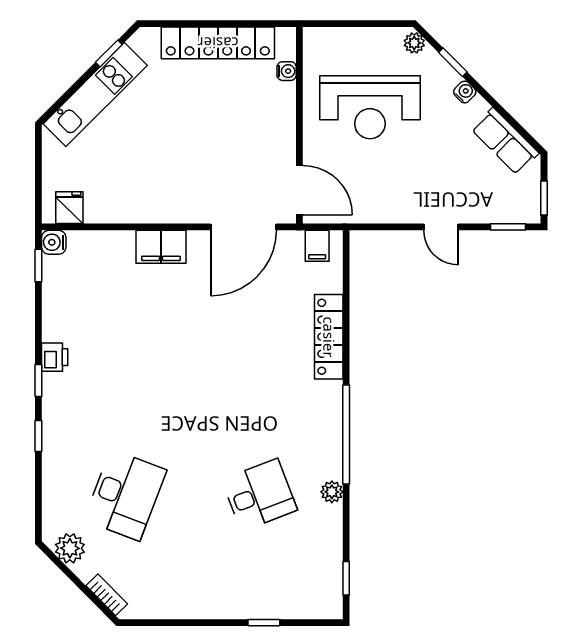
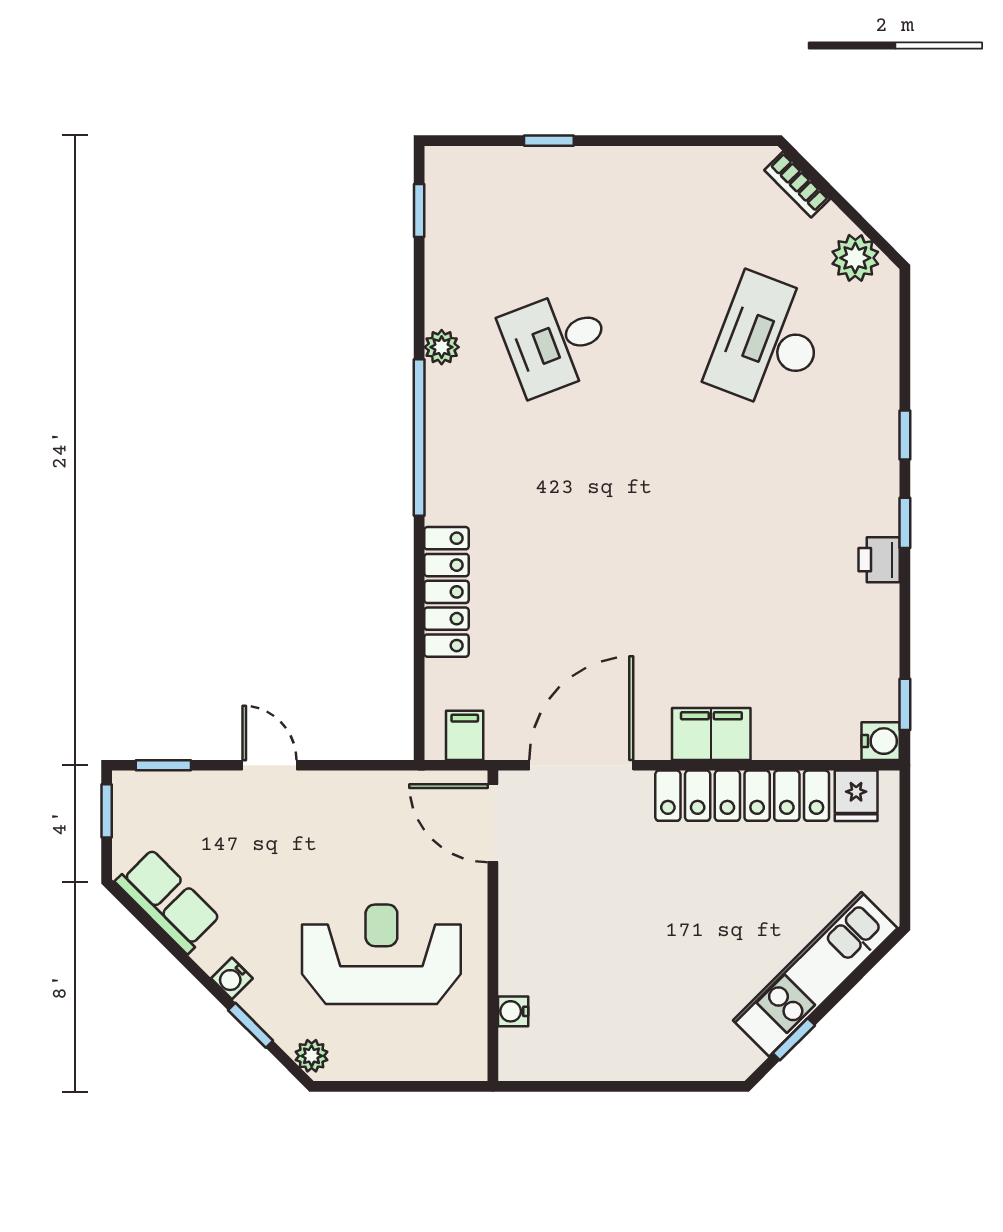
locker: (218, 43) -> (742, 796), moved, turned 180

